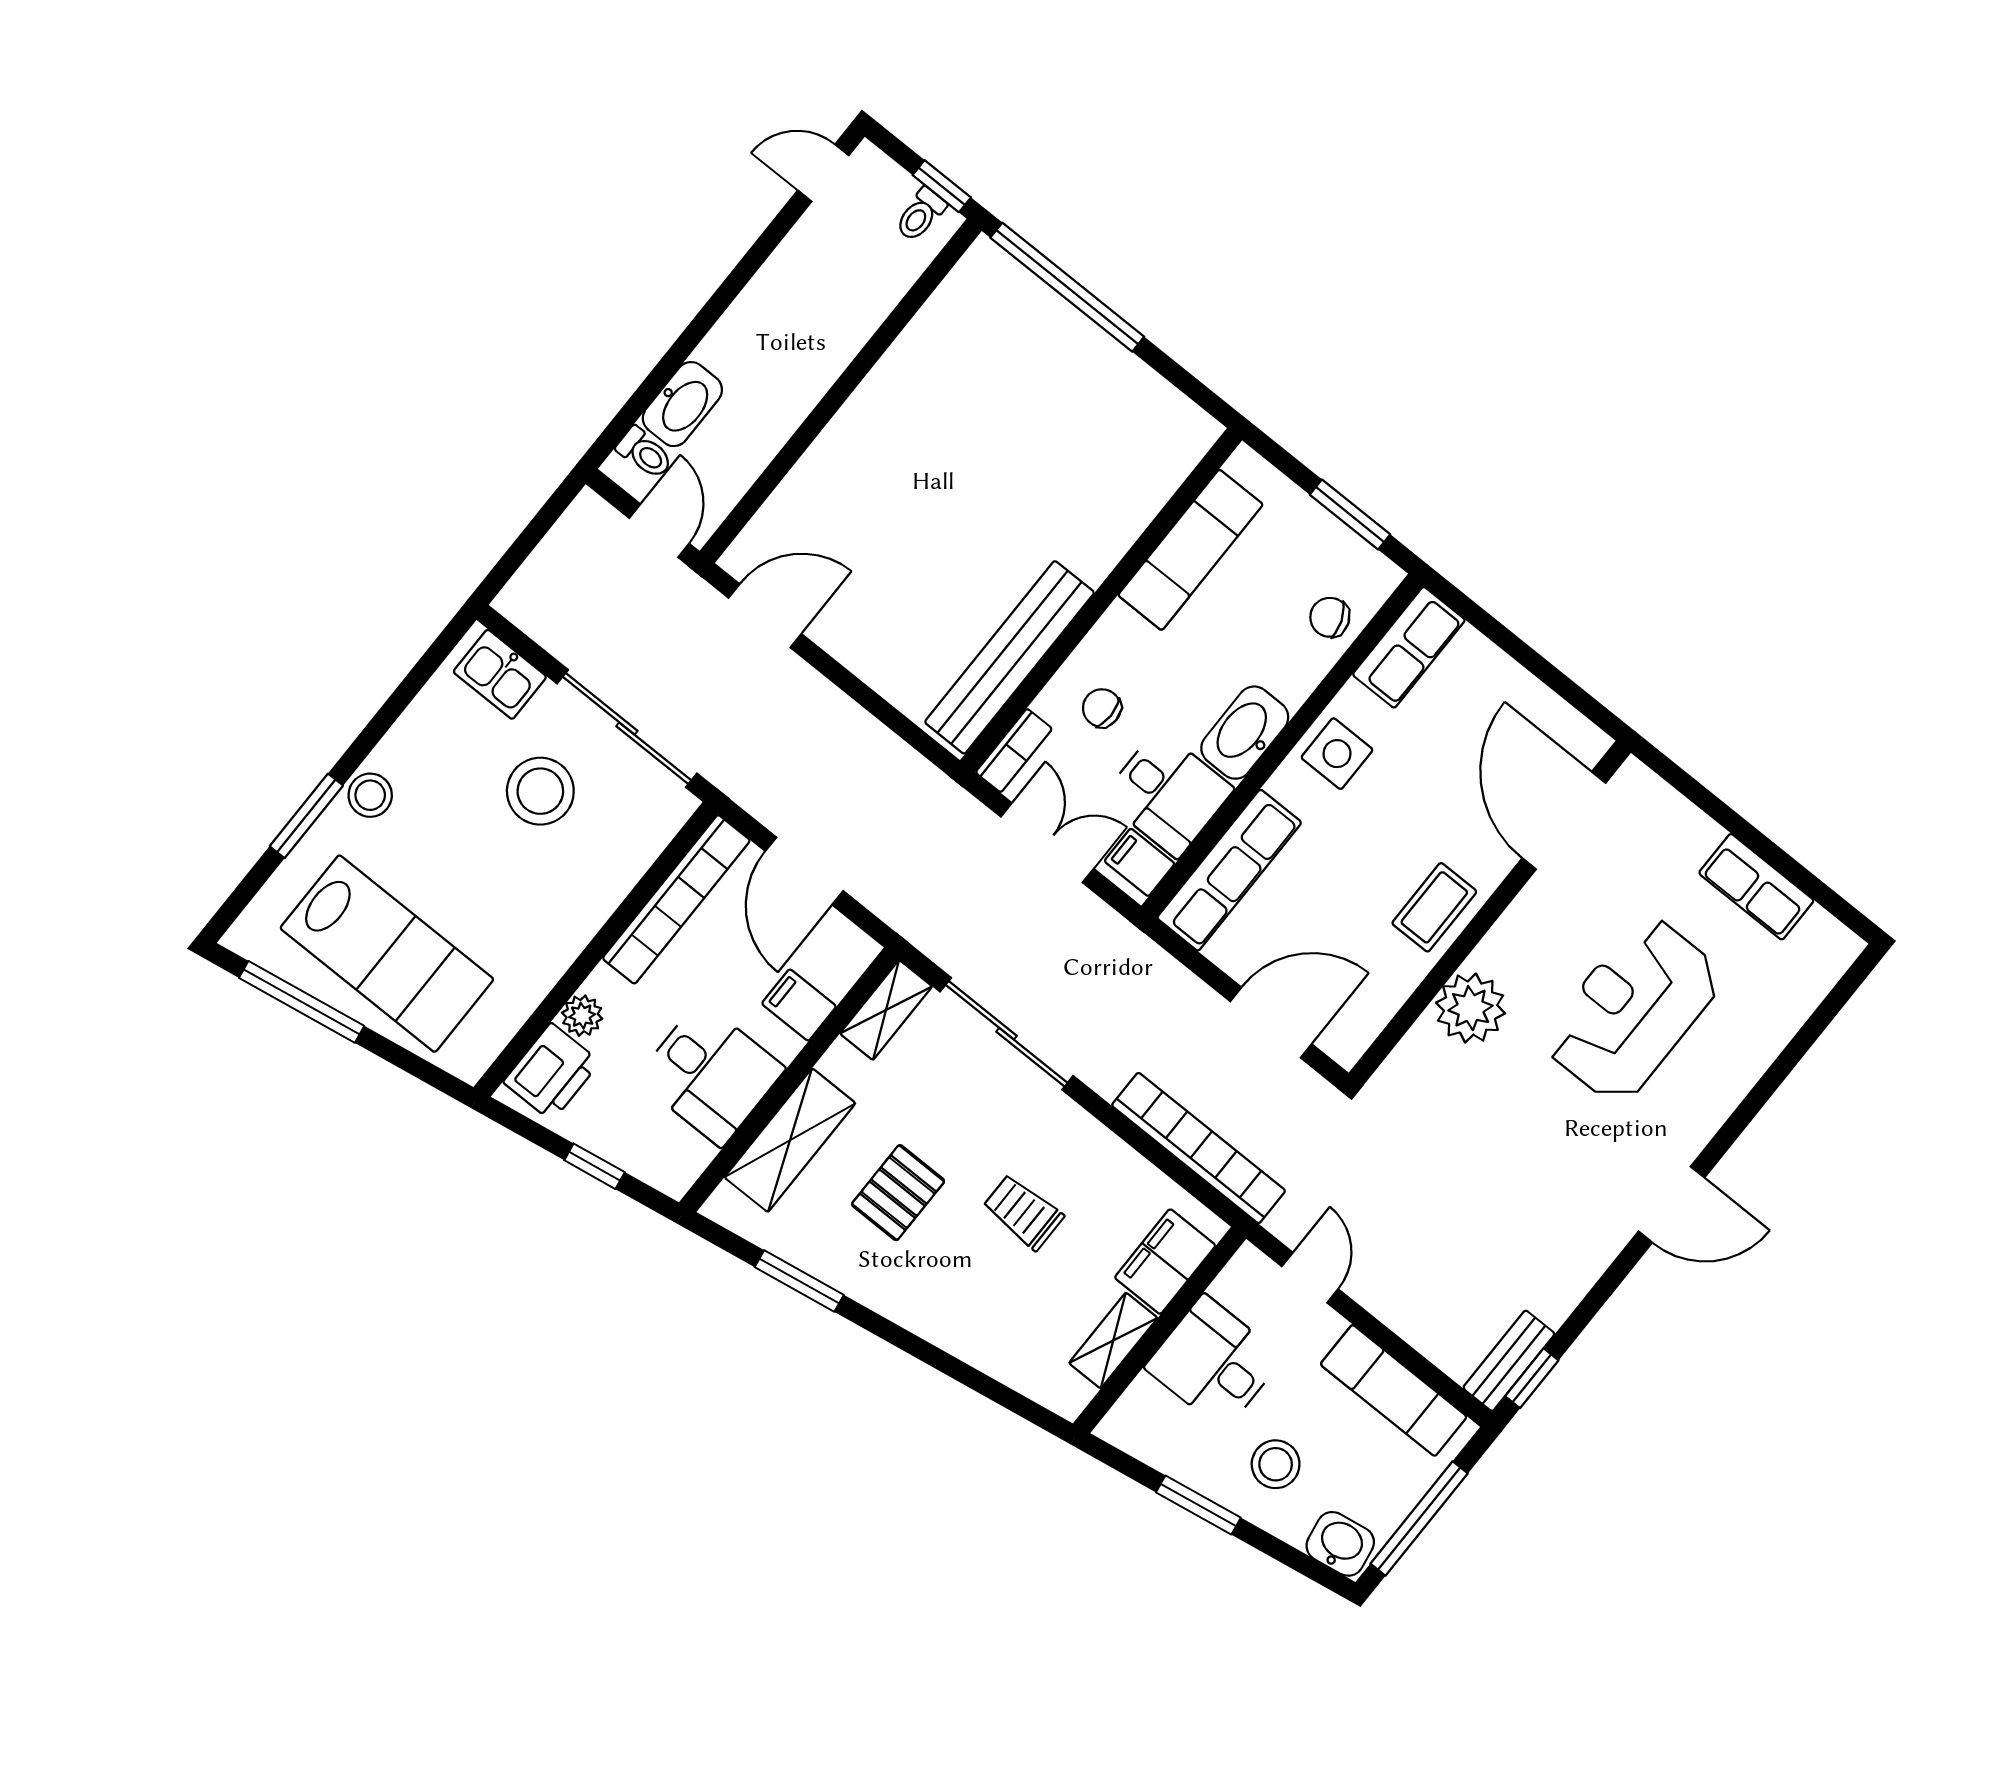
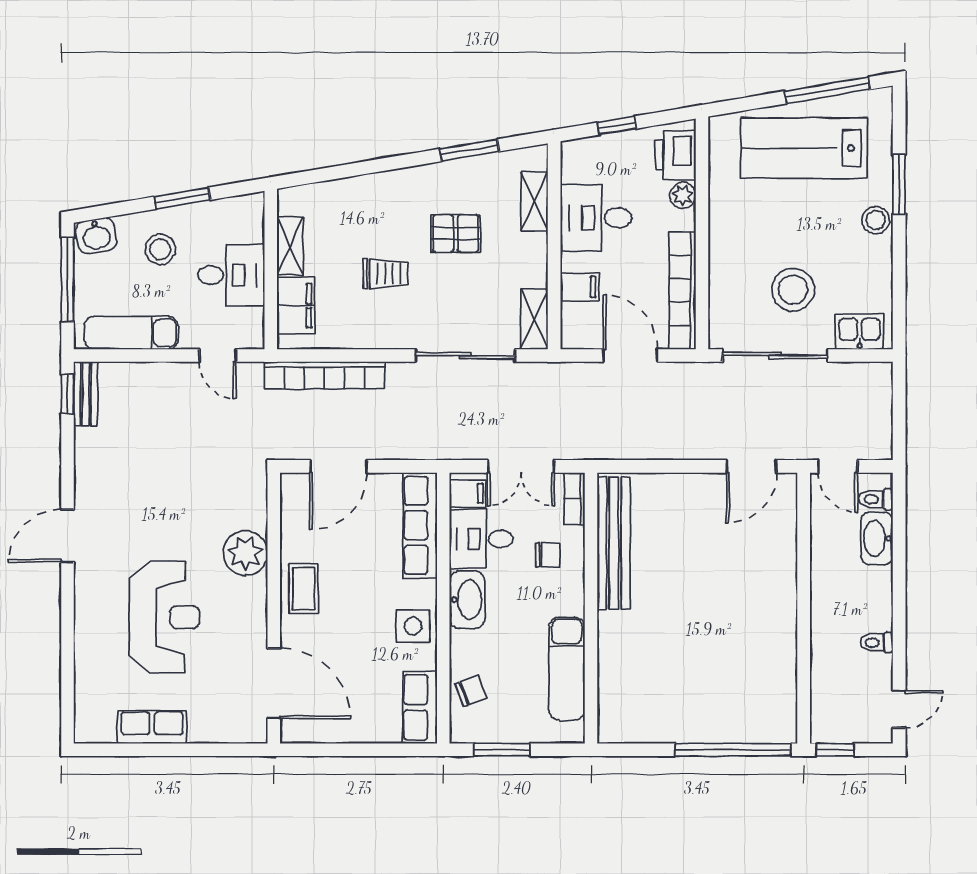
toilet: (920, 215) -> (877, 643), moved, turned -90
shelving: (790, 1140) -> (535, 201), width x0.67, depth x0.75
pallet: (898, 1193) -> (456, 233), turned 90

